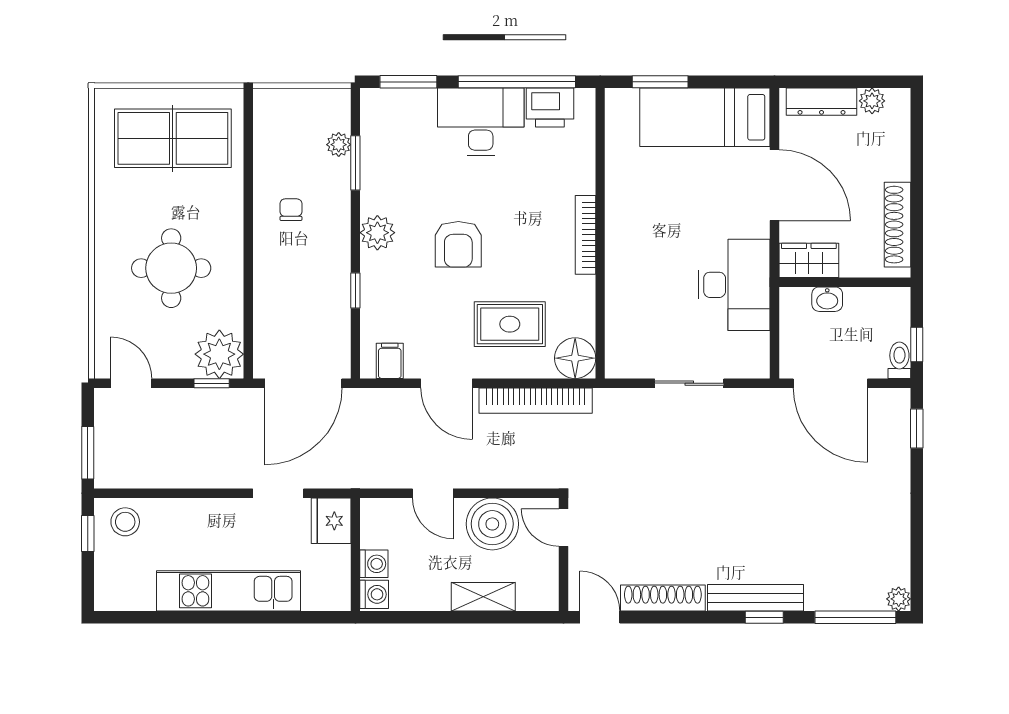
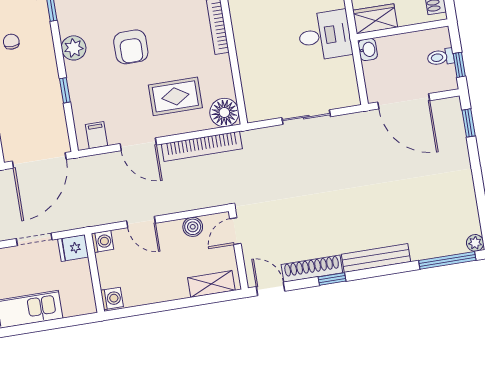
desk: (734, 285) -> (325, 35), width x0.73
washbasin: (827, 299) -> (368, 50), moved, turned -90
toilet: (899, 360) -> (441, 57), moved, turned -90
fridge: (331, 521) -> (73, 248), width x0.72
boiler: (492, 524) -> (193, 227), width x0.54, depth x0.54
door: (563, 528) -> (235, 231), hinge flipped
washing machine: (374, 564) -> (102, 241), moved
shelving: (483, 597) -> (211, 284), moved
window: (764, 617) -> (332, 279), moved

